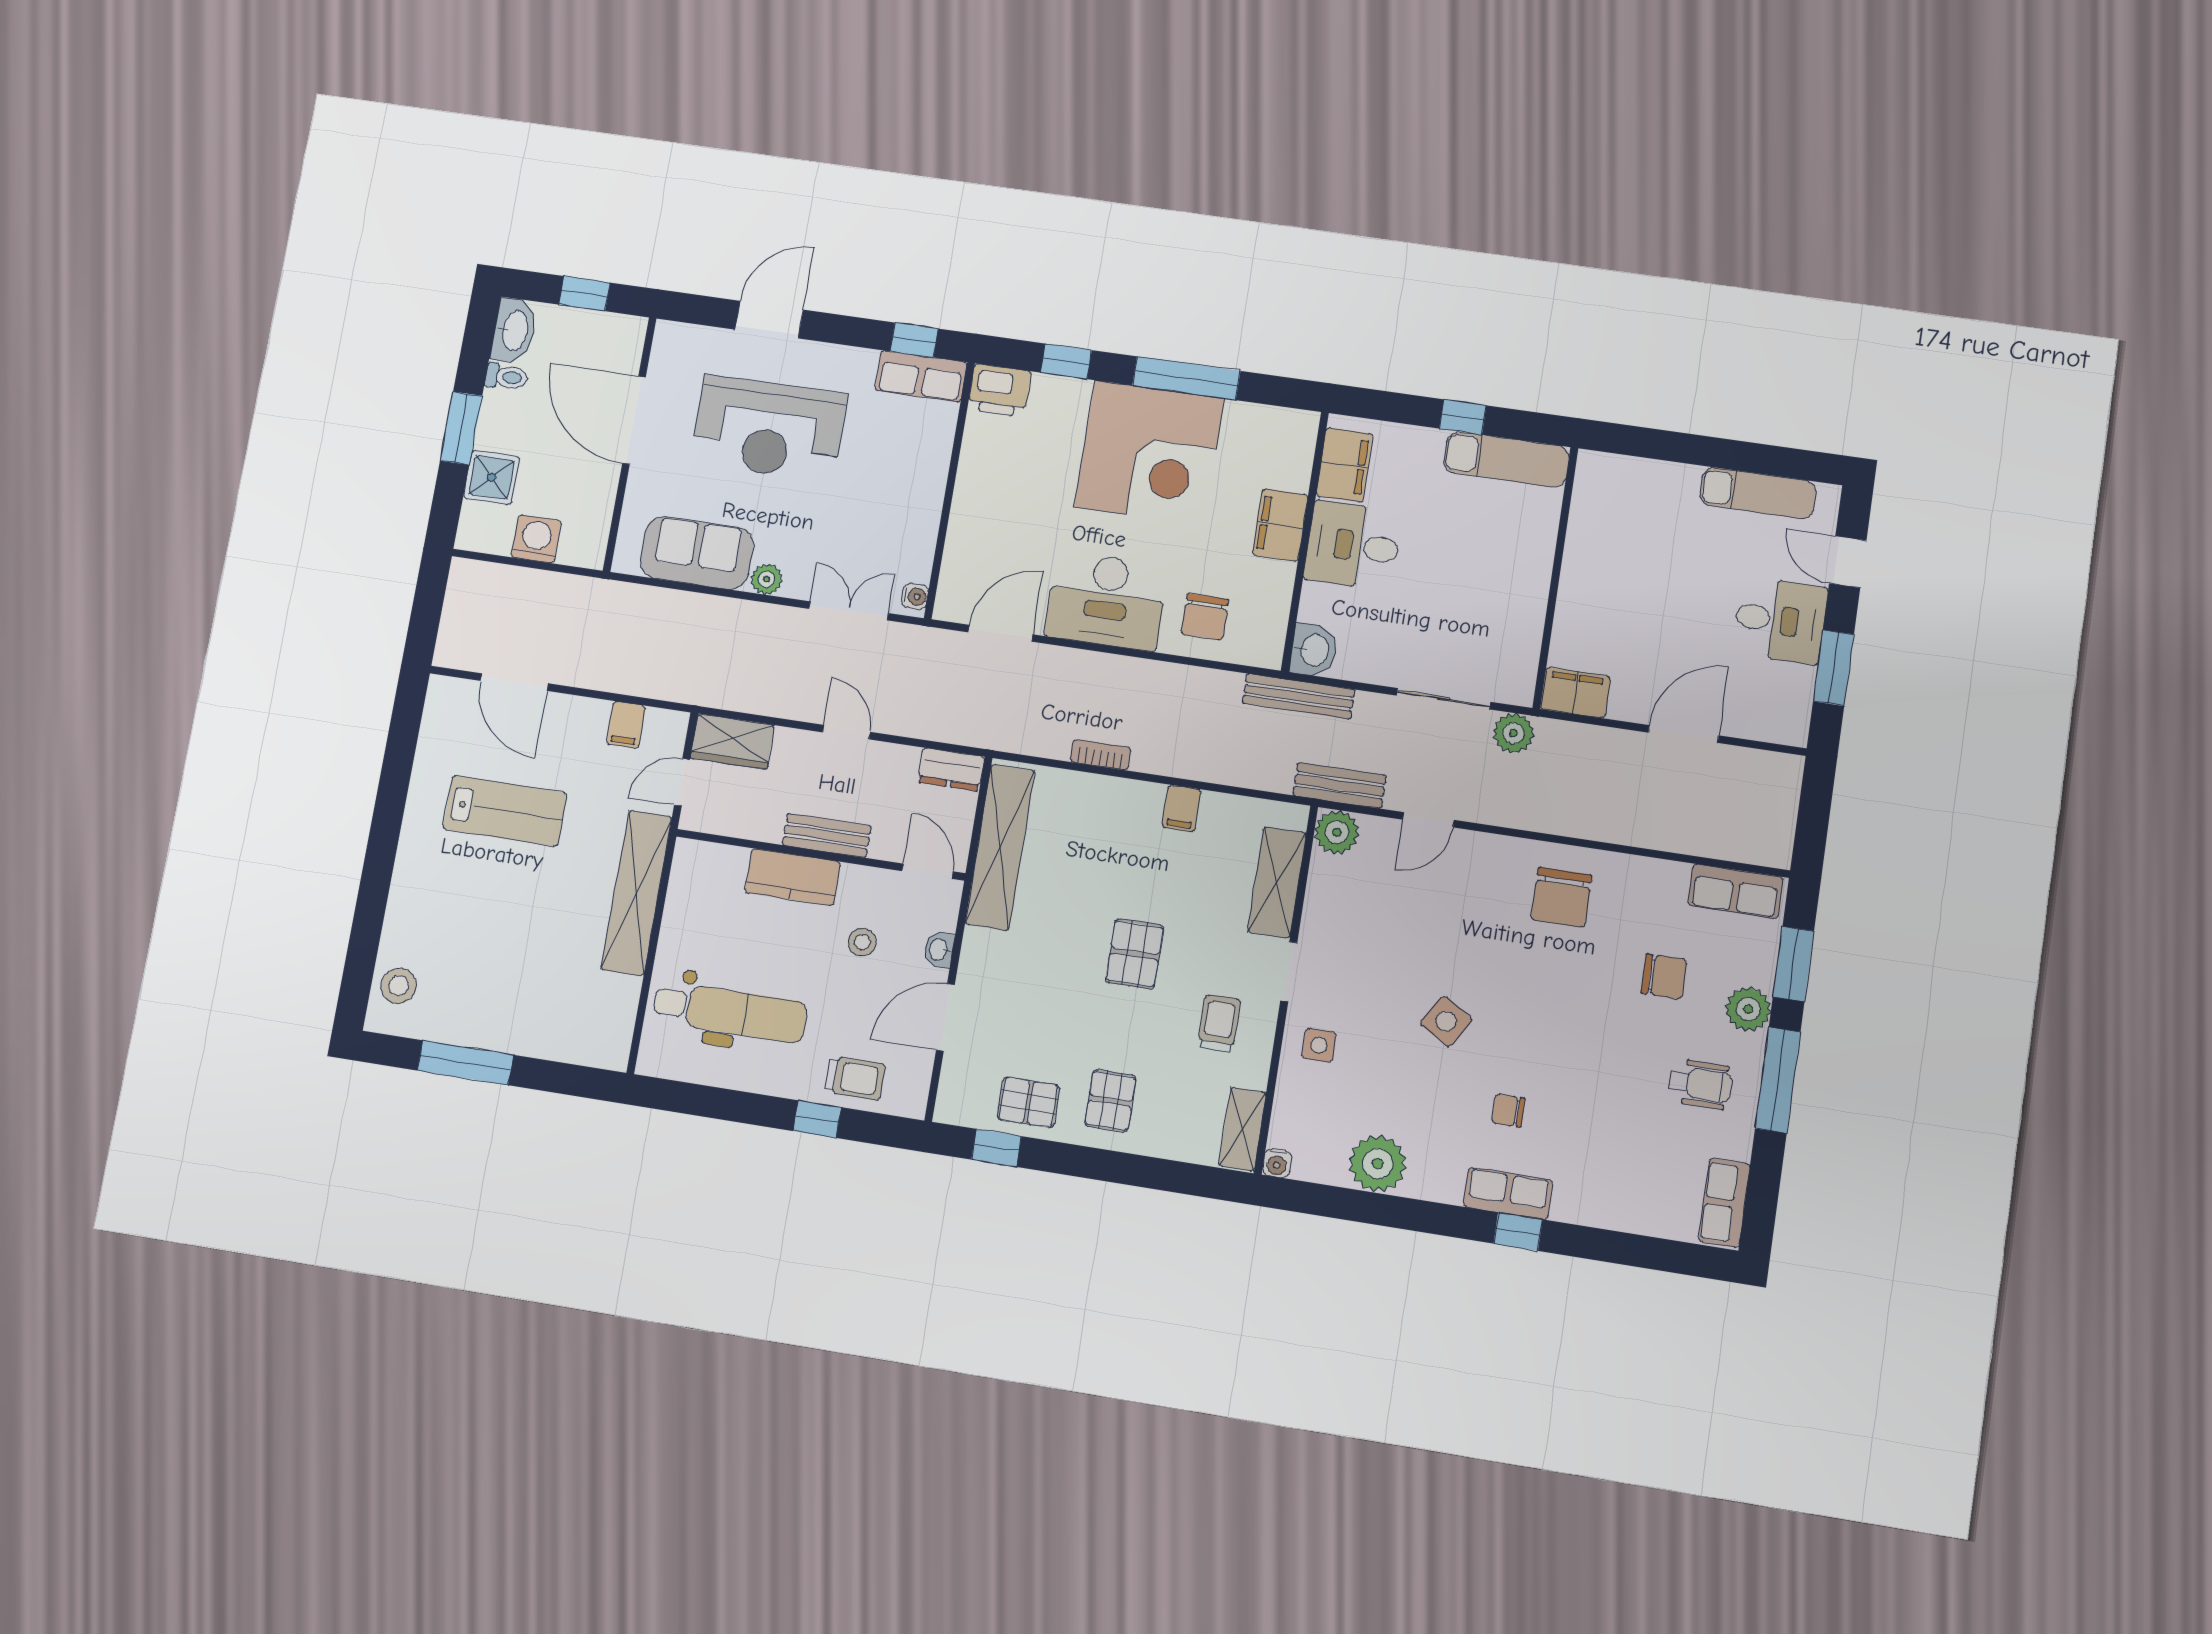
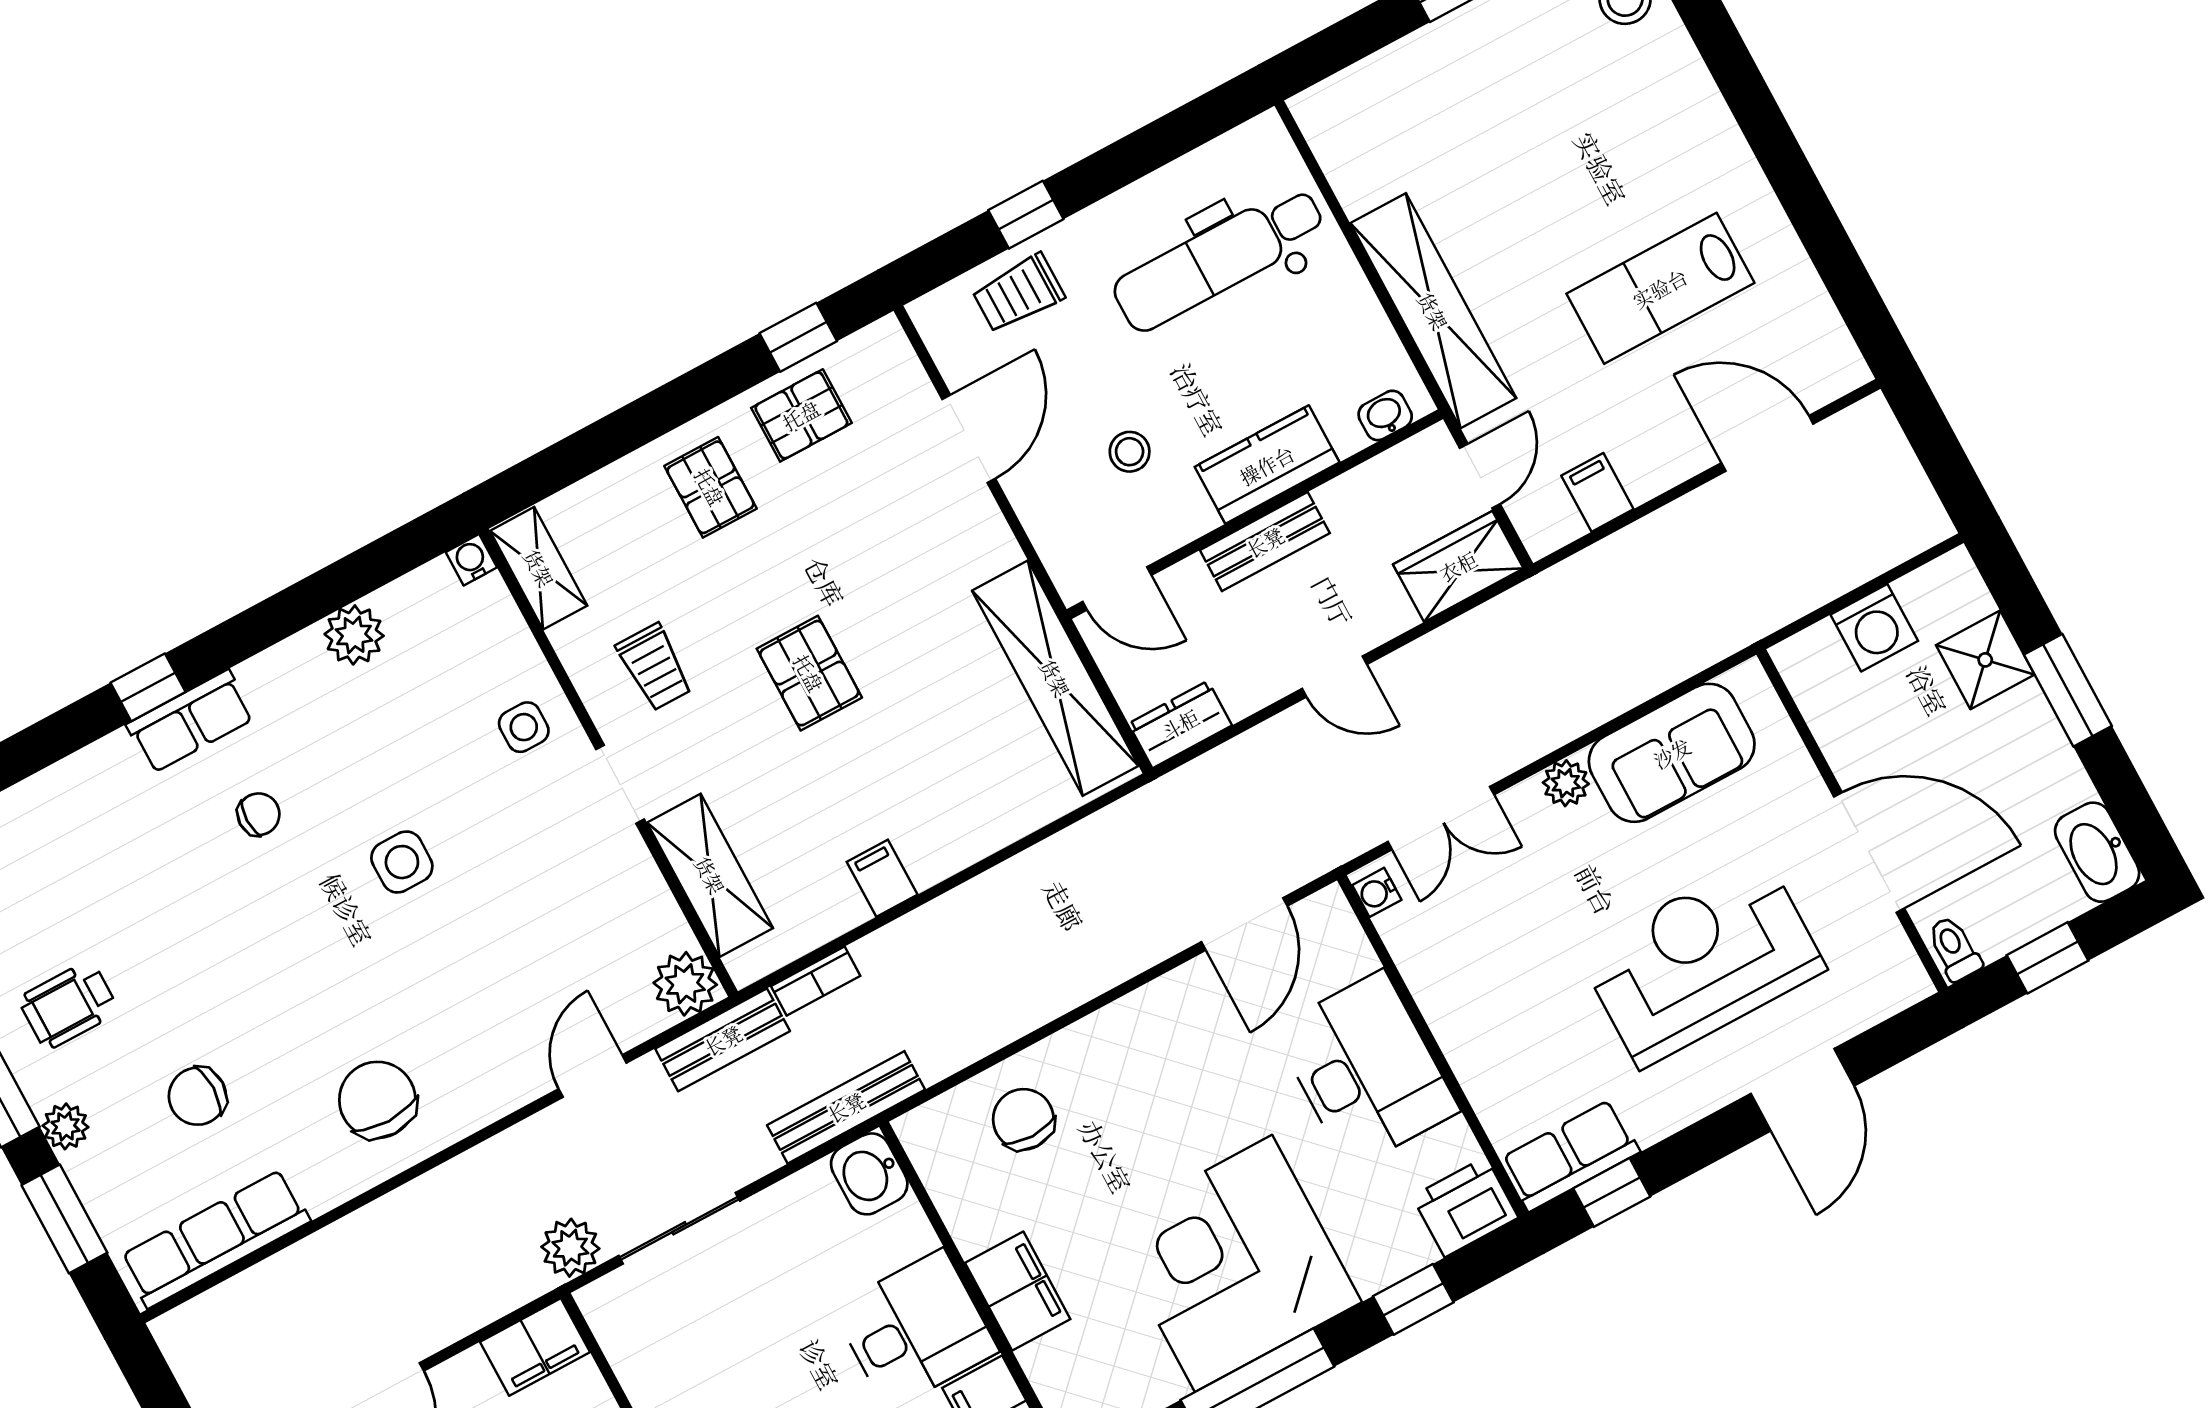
toilet: (506, 377) -> (1954, 949), moved, turned 90
desk: (1106, 601) -> (1366, 1070), moved, turned 90
bookcase: (1101, 755) -> (816, 981), moved
row of seats: (1735, 891) -> (215, 1239), width x1.48
washbasin: (939, 950) -> (1385, 415), moved, turned -90
plant: (1748, 1009) -> (66, 1126), width x0.73, depth x0.73
side table: (1446, 1021) -> (402, 862), turned -32
plant: (1378, 1164) -> (354, 635), width x0.73, depth x0.73

